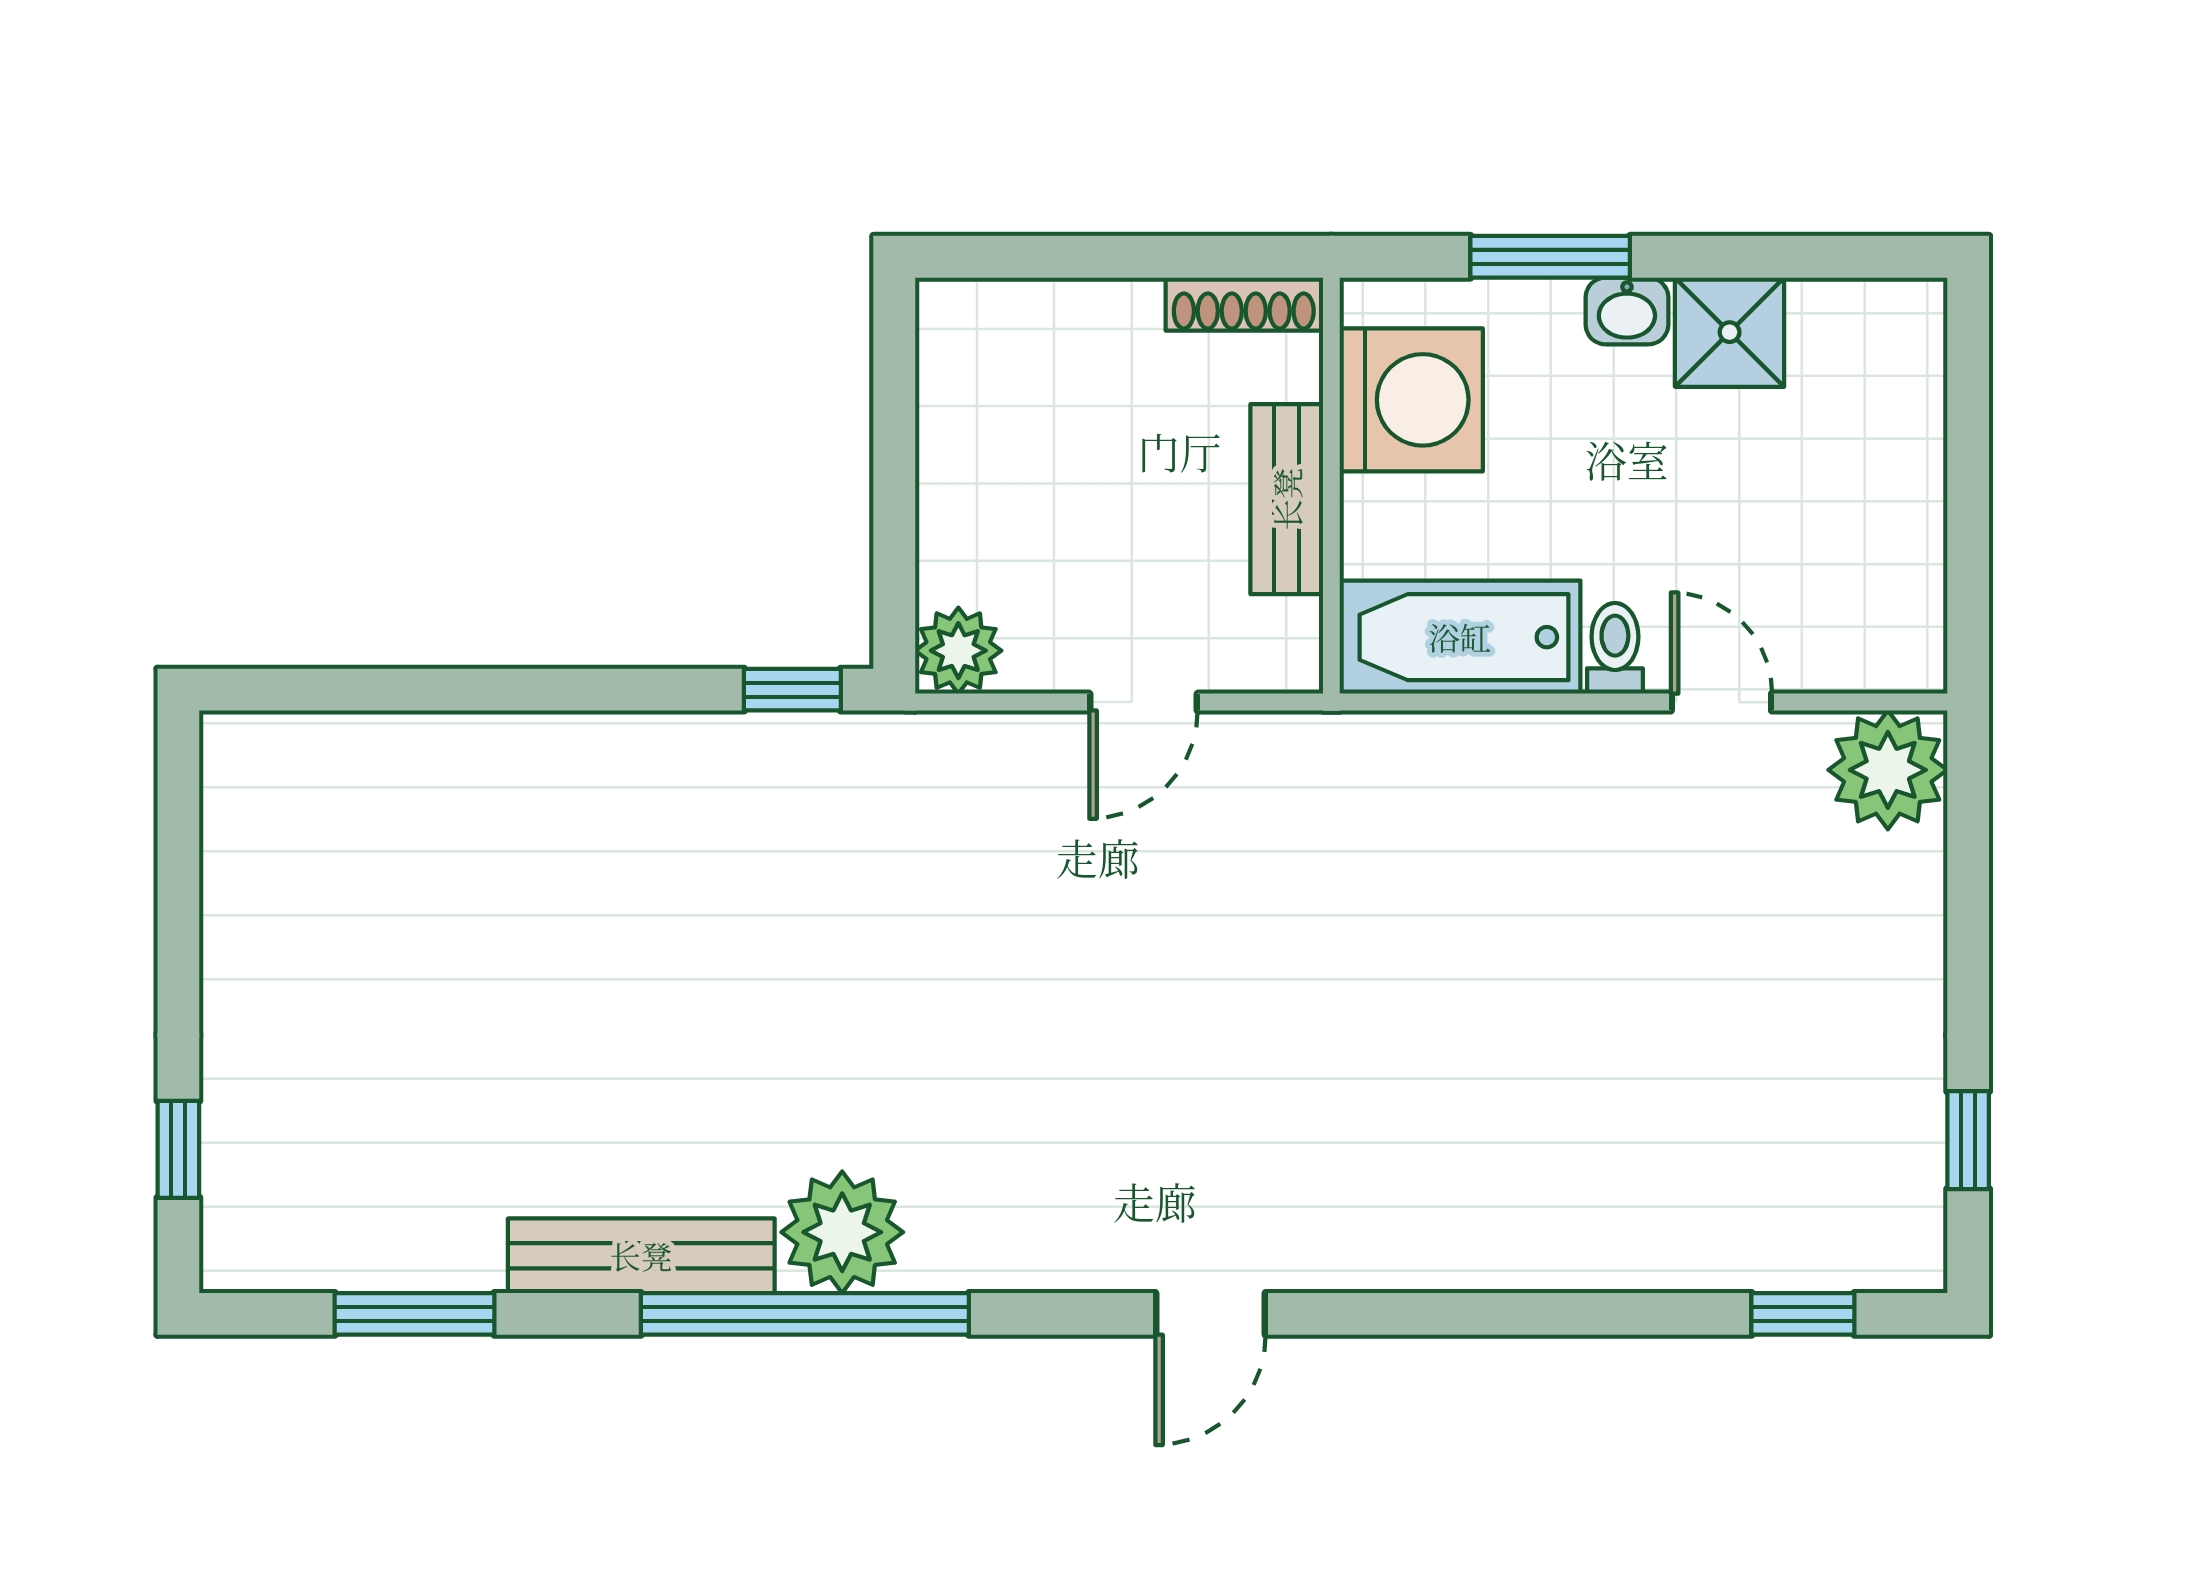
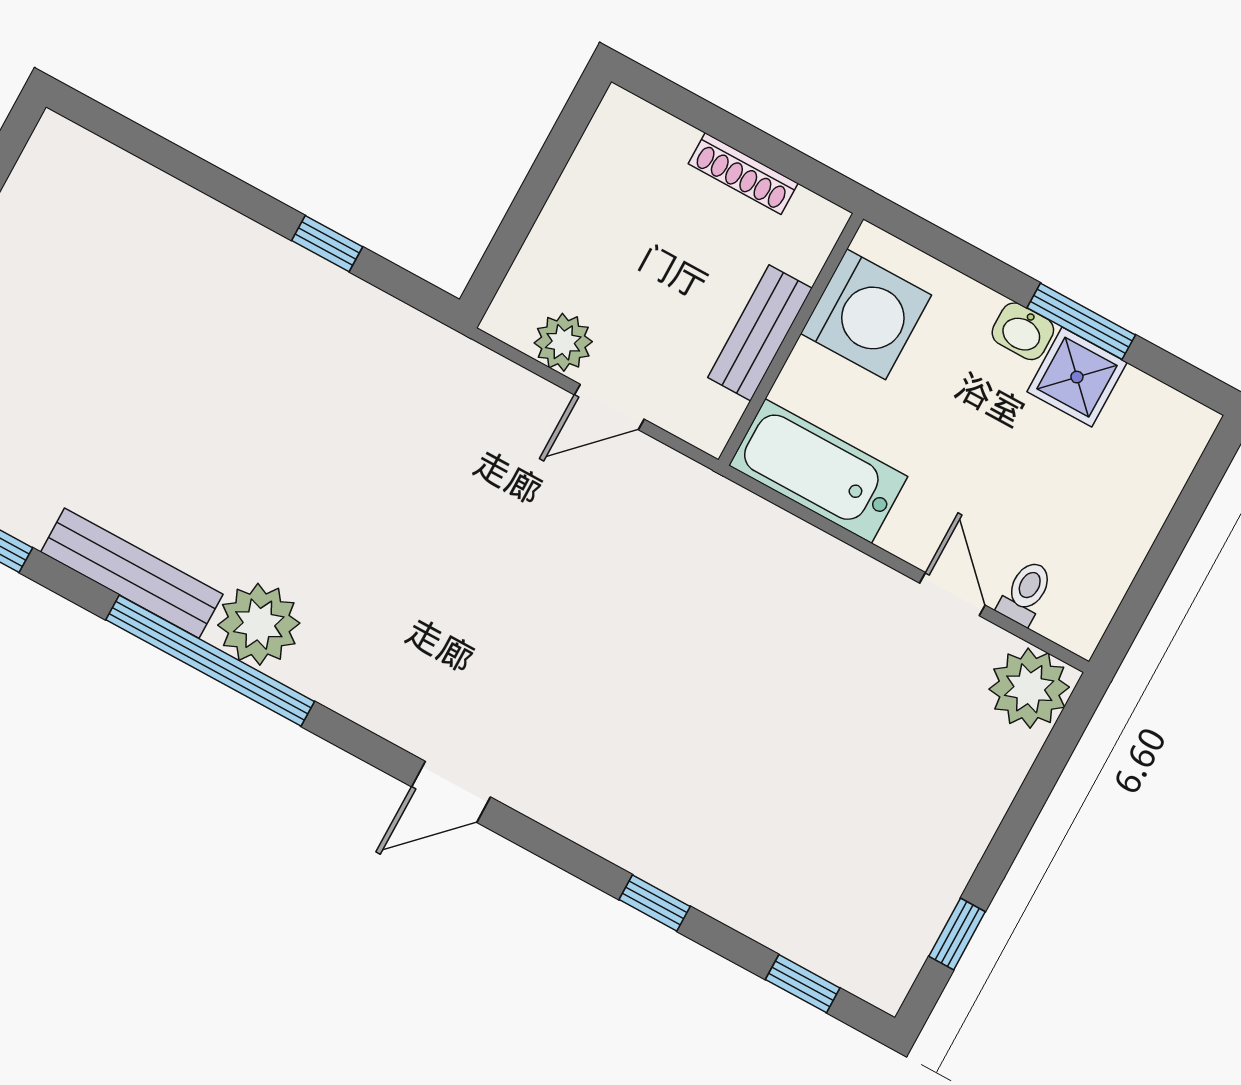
window: (1550, 257) -> (1081, 321), moved
shoe rack: (1244, 304) -> (743, 173), moved
toilet: (1615, 648) -> (1026, 593), moved
plant: (958, 651) -> (563, 342), moved
window: (792, 690) -> (327, 244), moved
window: (1554, 1314) -> (655, 903), added

